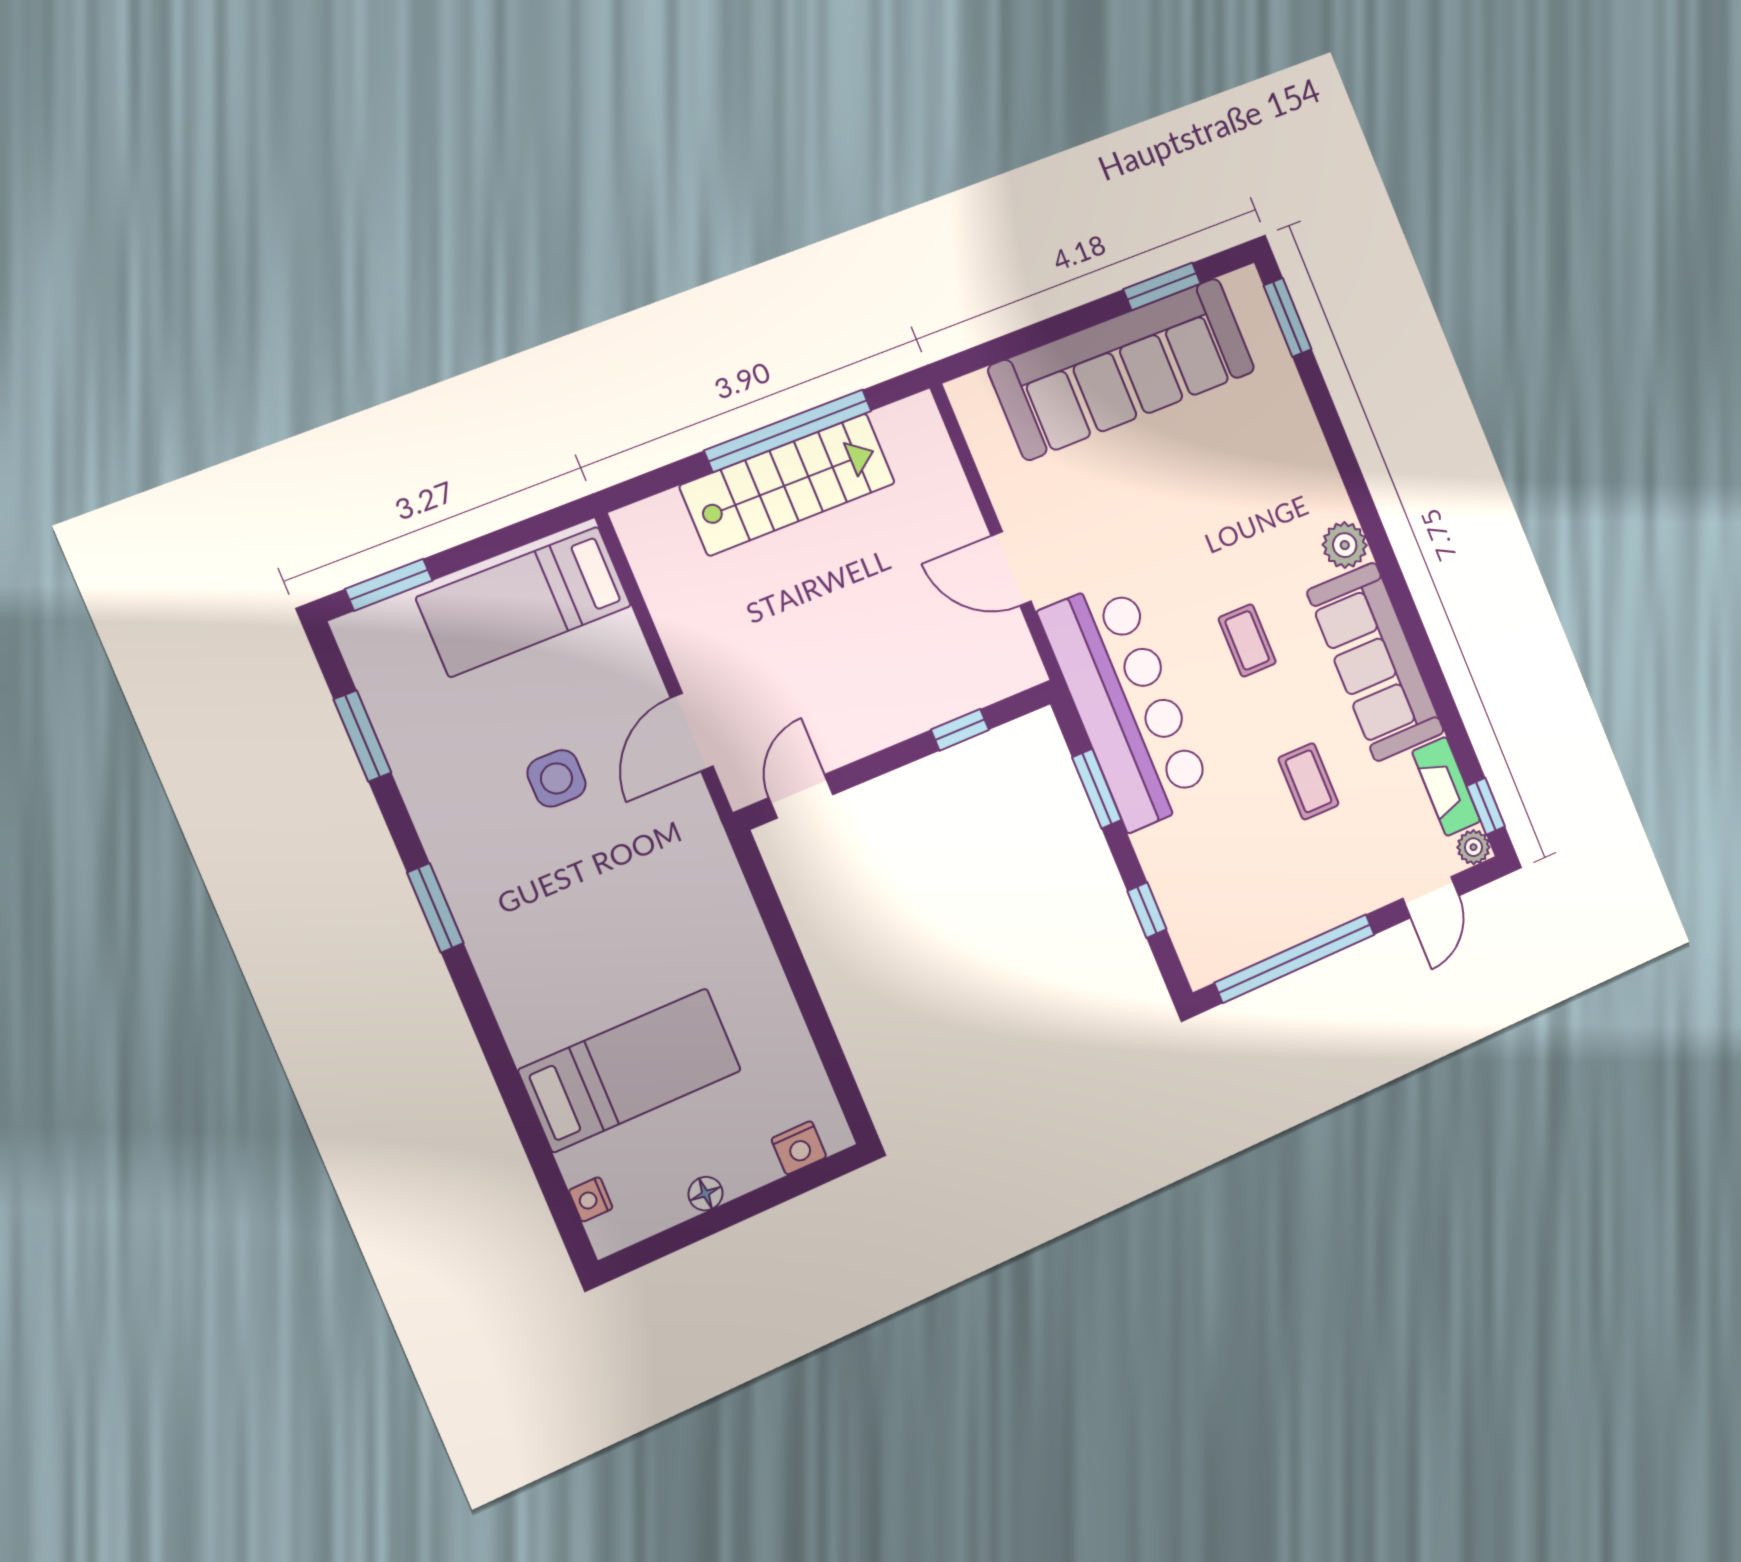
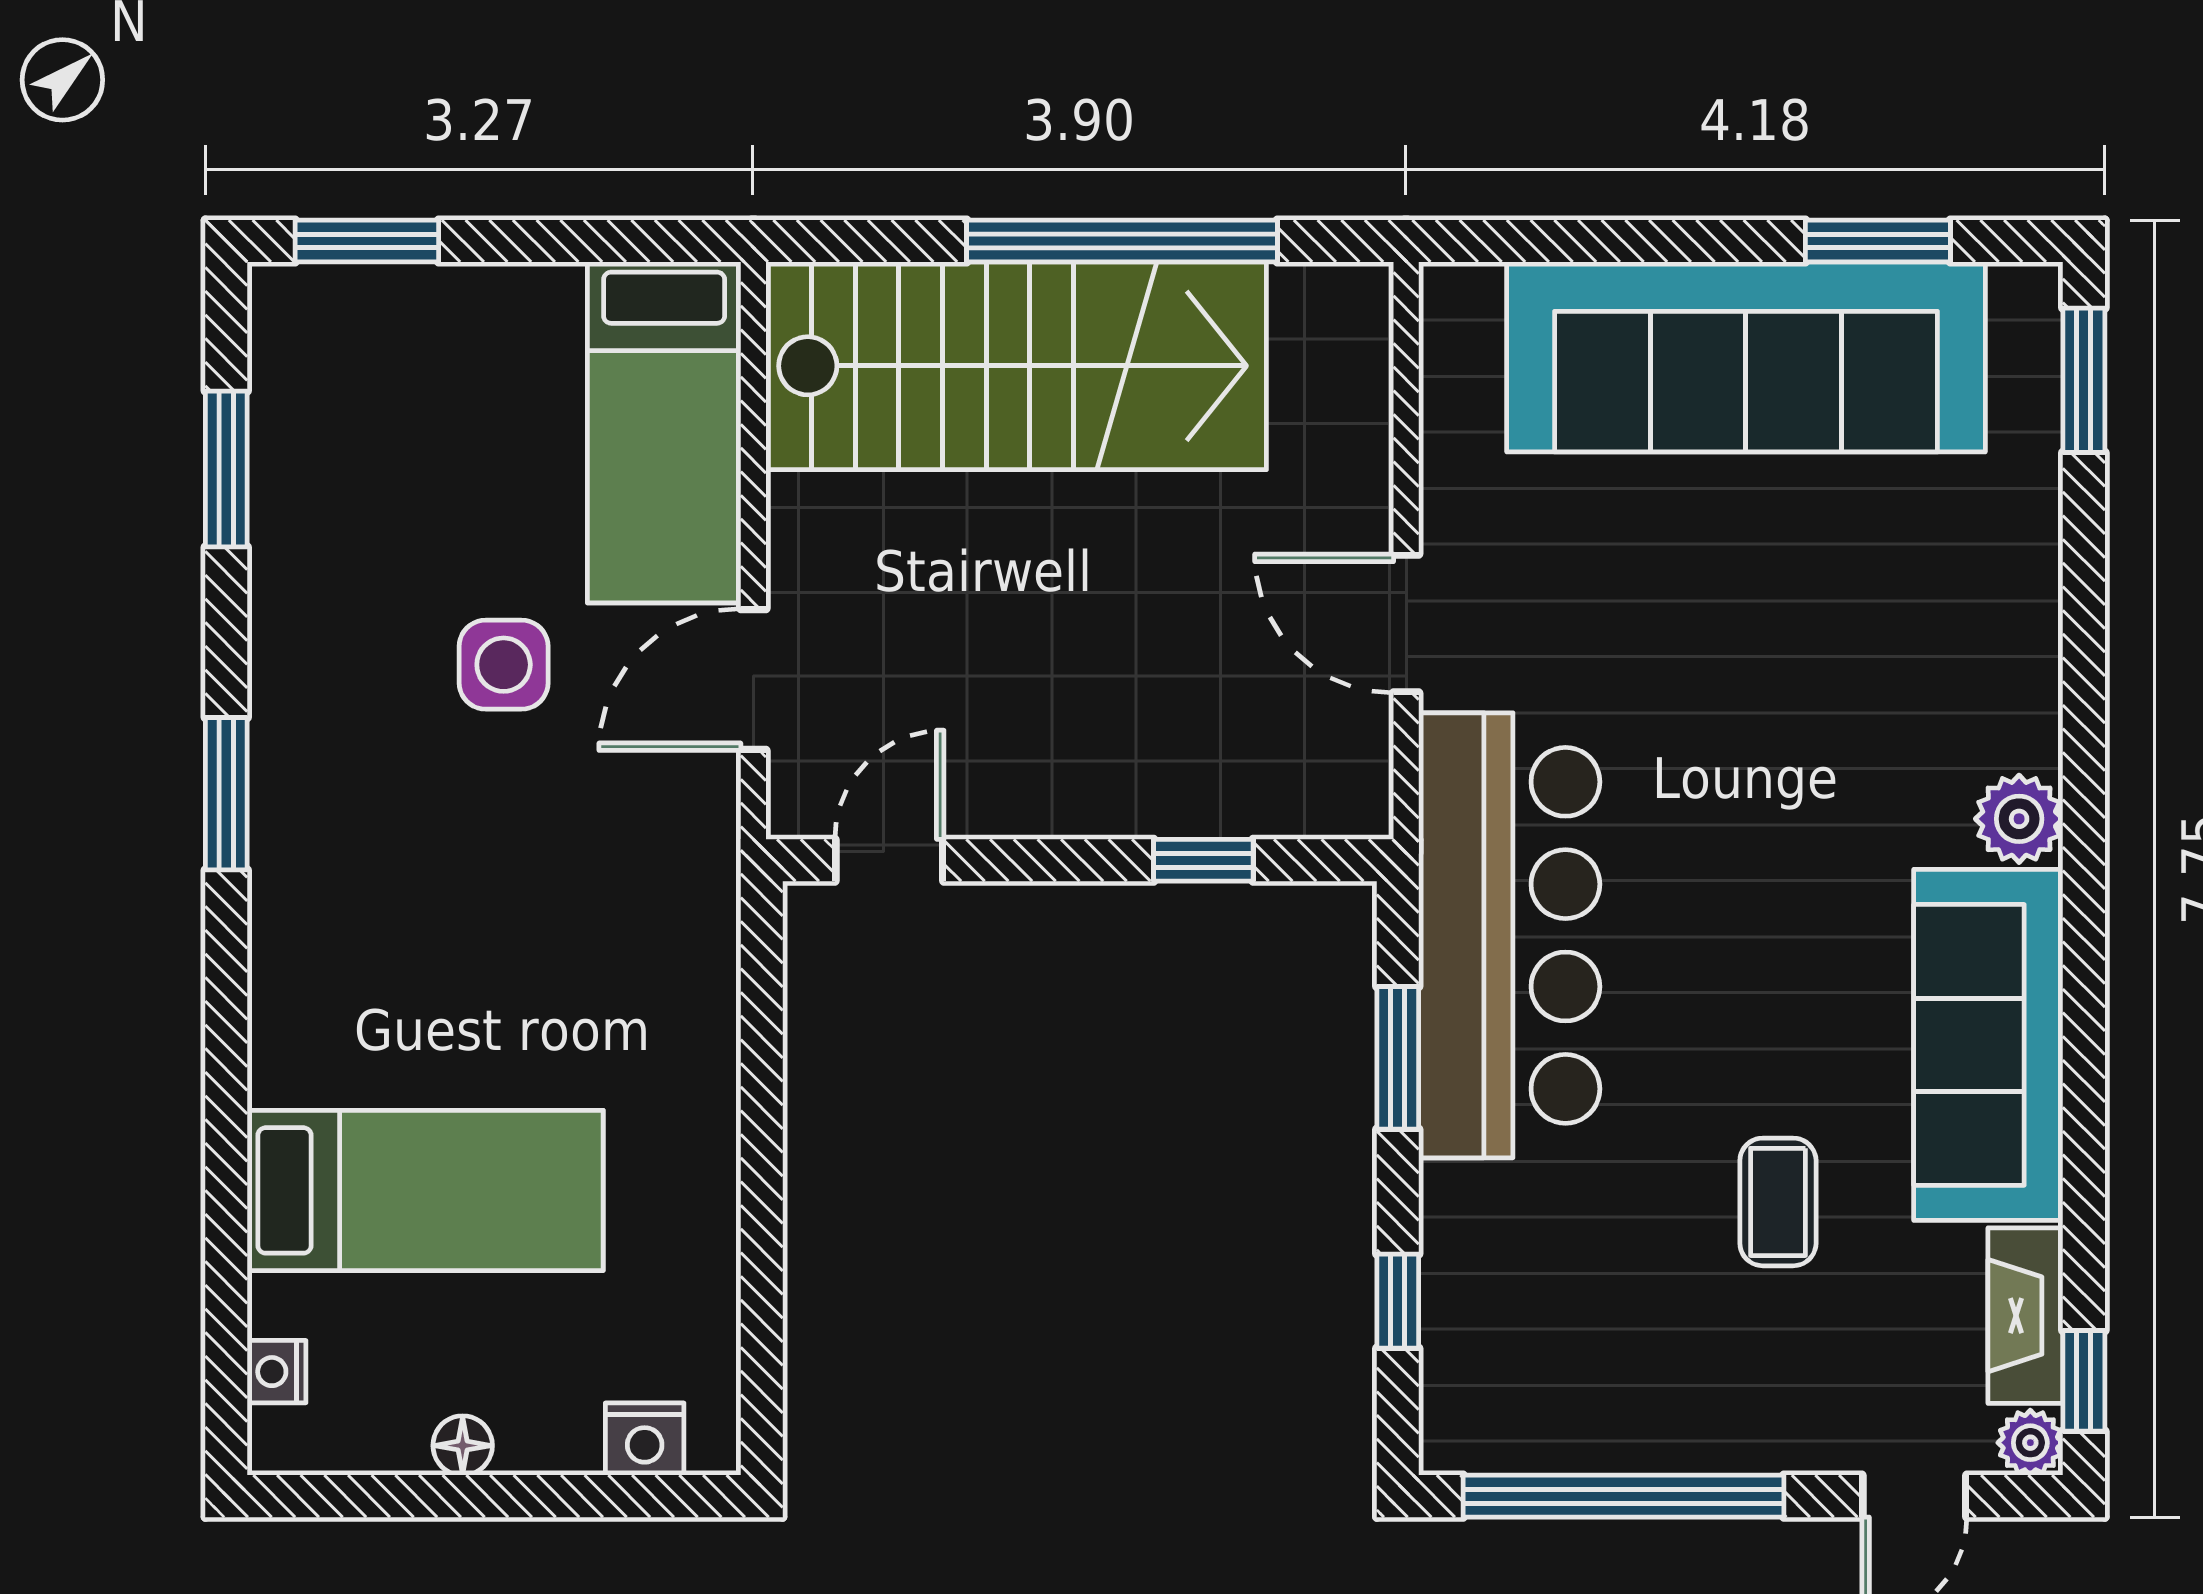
stairs: (788, 484) -> (1017, 366), width x1.36, depth x1.51
bed: (524, 602) -> (664, 432), moved, turned -90
coffee table: (1247, 640) -> (1771, 913), removed

